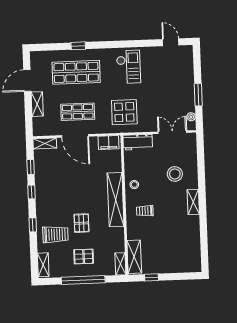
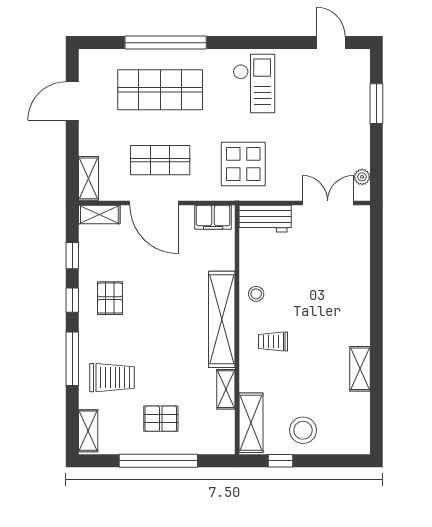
window: (78, 46) -> (166, 43), width x3.17
window: (198, 95) -> (376, 104), moved
shelving: (37, 104) -> (89, 178), moved
stool: (175, 174) -> (303, 430), moved
shelving: (193, 202) -> (360, 369), moved
pallet: (81, 223) -> (110, 298), moved
window: (33, 225) -> (72, 359), width x2.17
shelving: (120, 264) -> (226, 389), moved

